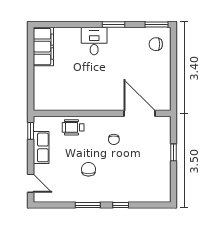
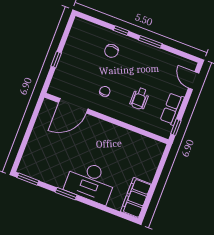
desk: (94, 41) -> (90, 182), width x1.87, depth x1.30
chair: (156, 44) -> (35, 162), removed
door: (139, 113) -> (73, 106), hinge flipped
wheelchair: (73, 127) -> (140, 98), moved, turned 90
chair: (88, 169) -> (111, 51), moved

